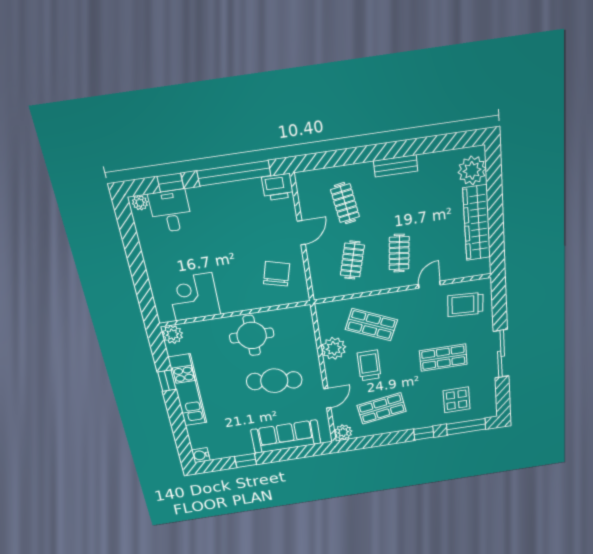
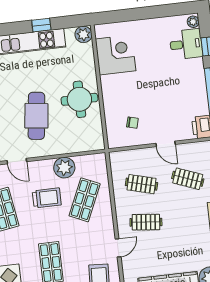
clothes rail: (345, 203) -> (188, 179), turned 30
chair: (277, 274) -> (132, 123), width x0.54, depth x0.54
door: (429, 285) -> (118, 248), hinge flipped

